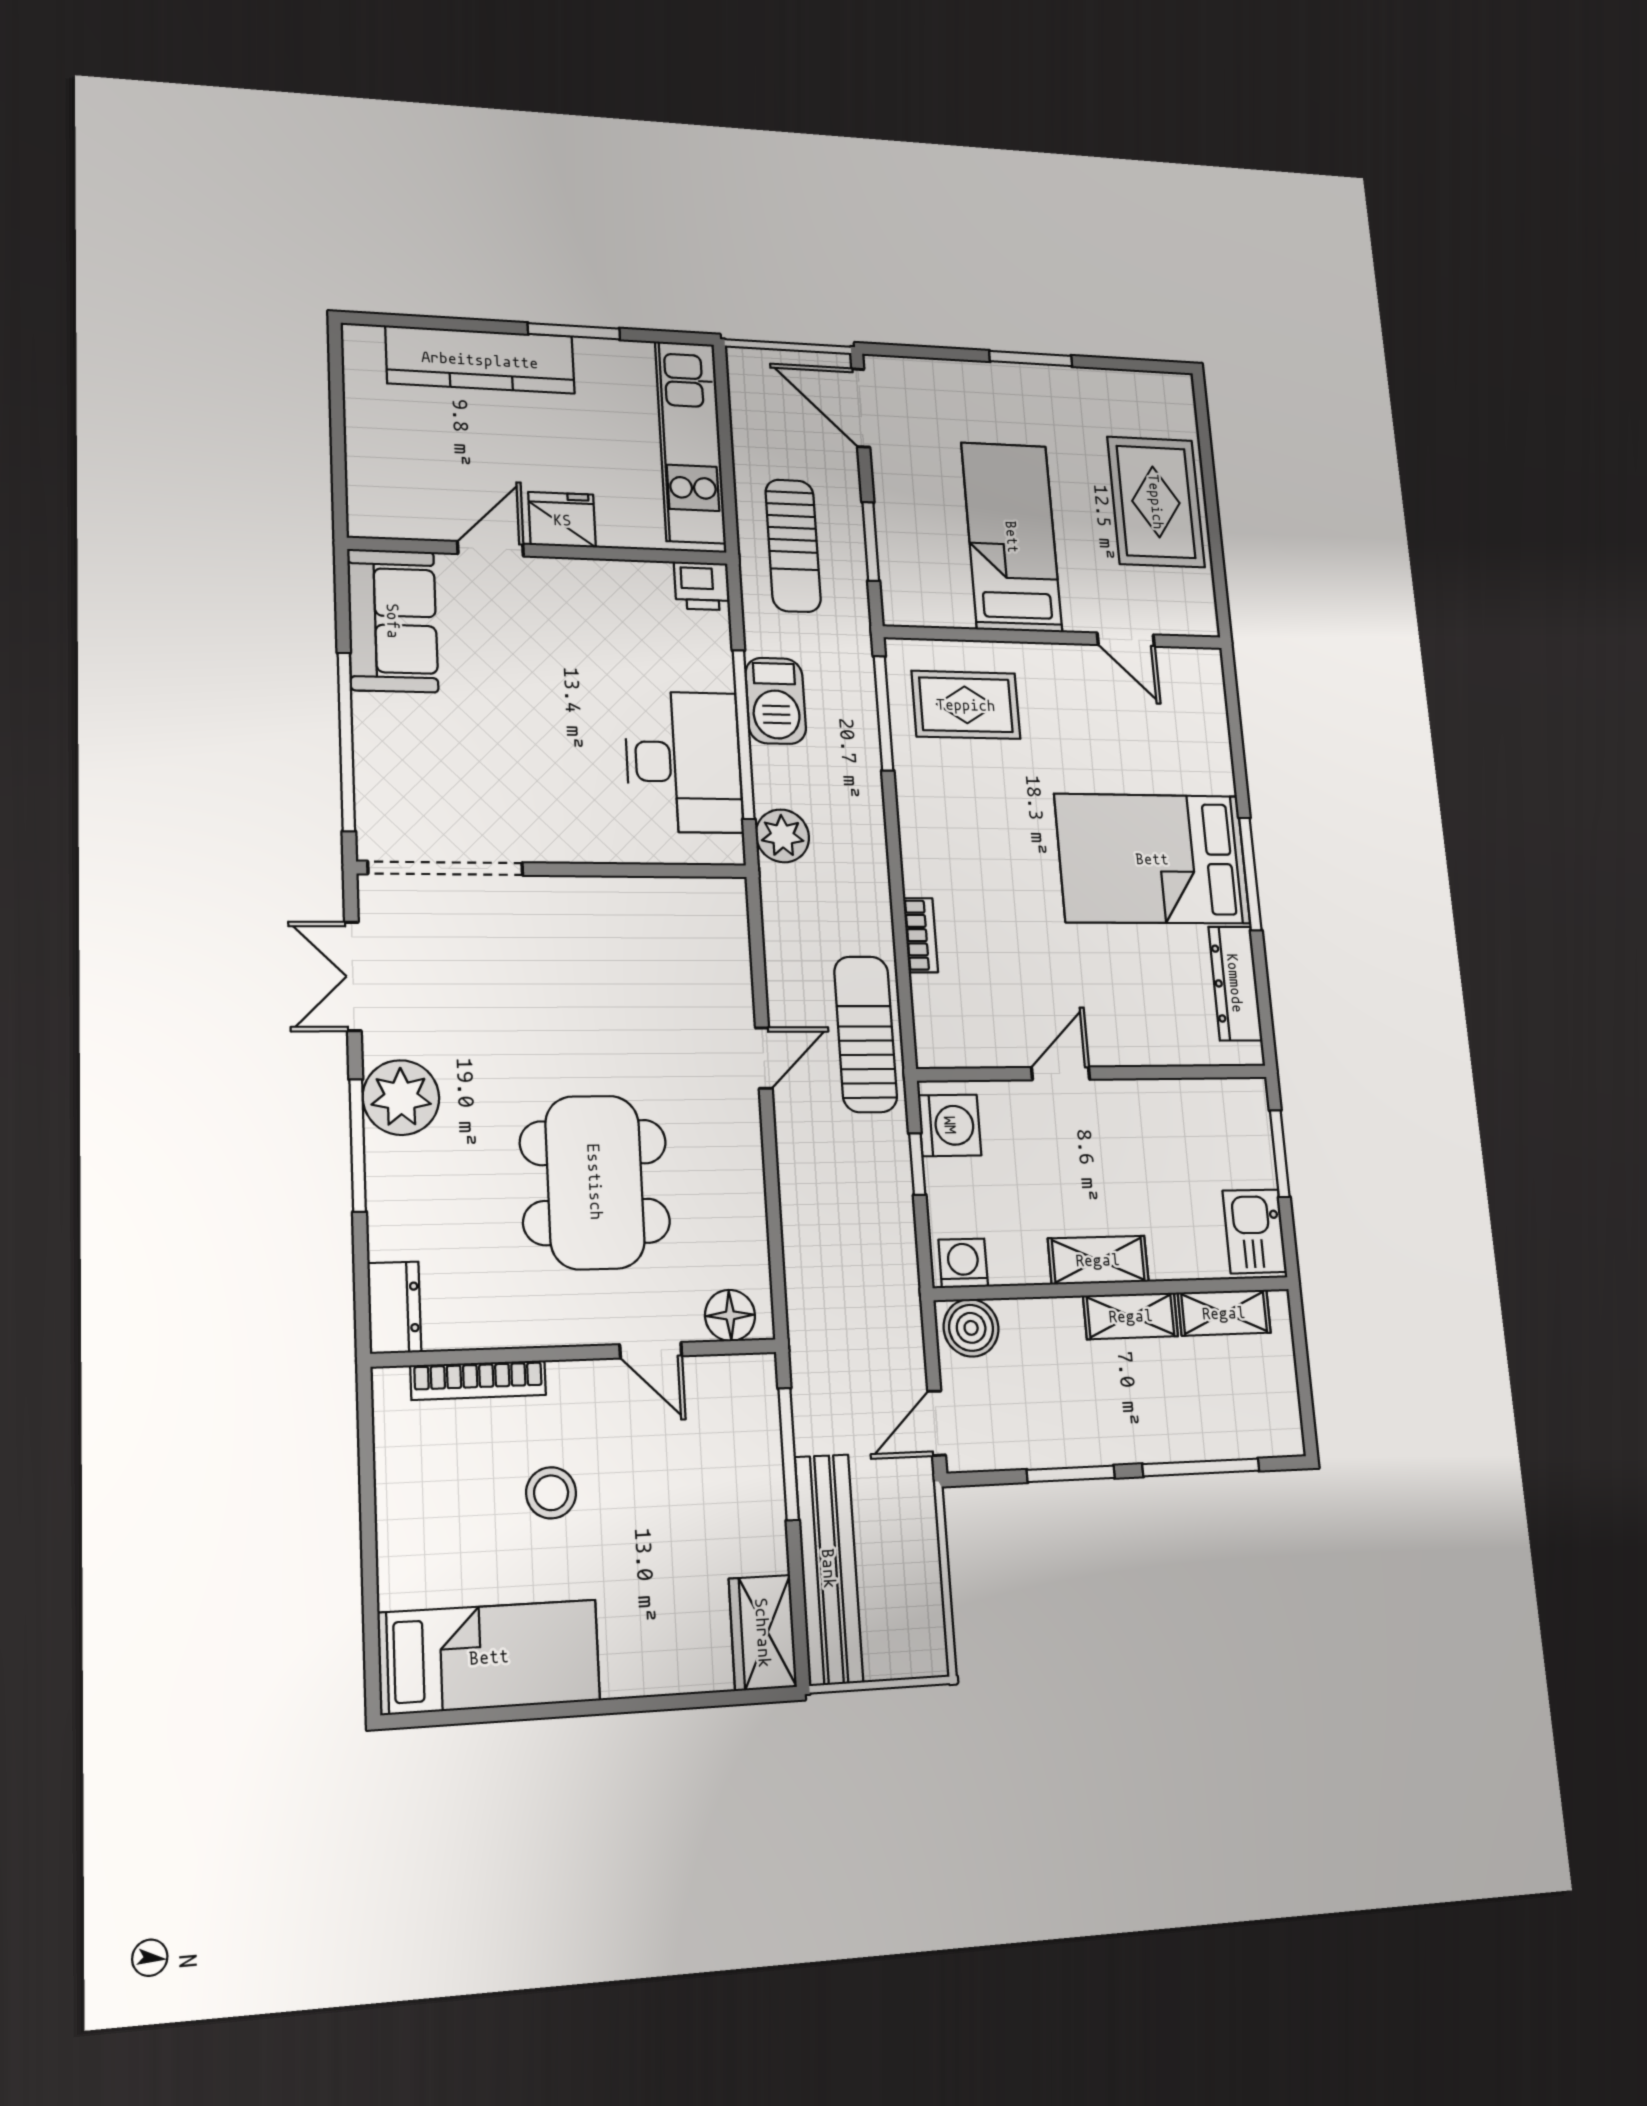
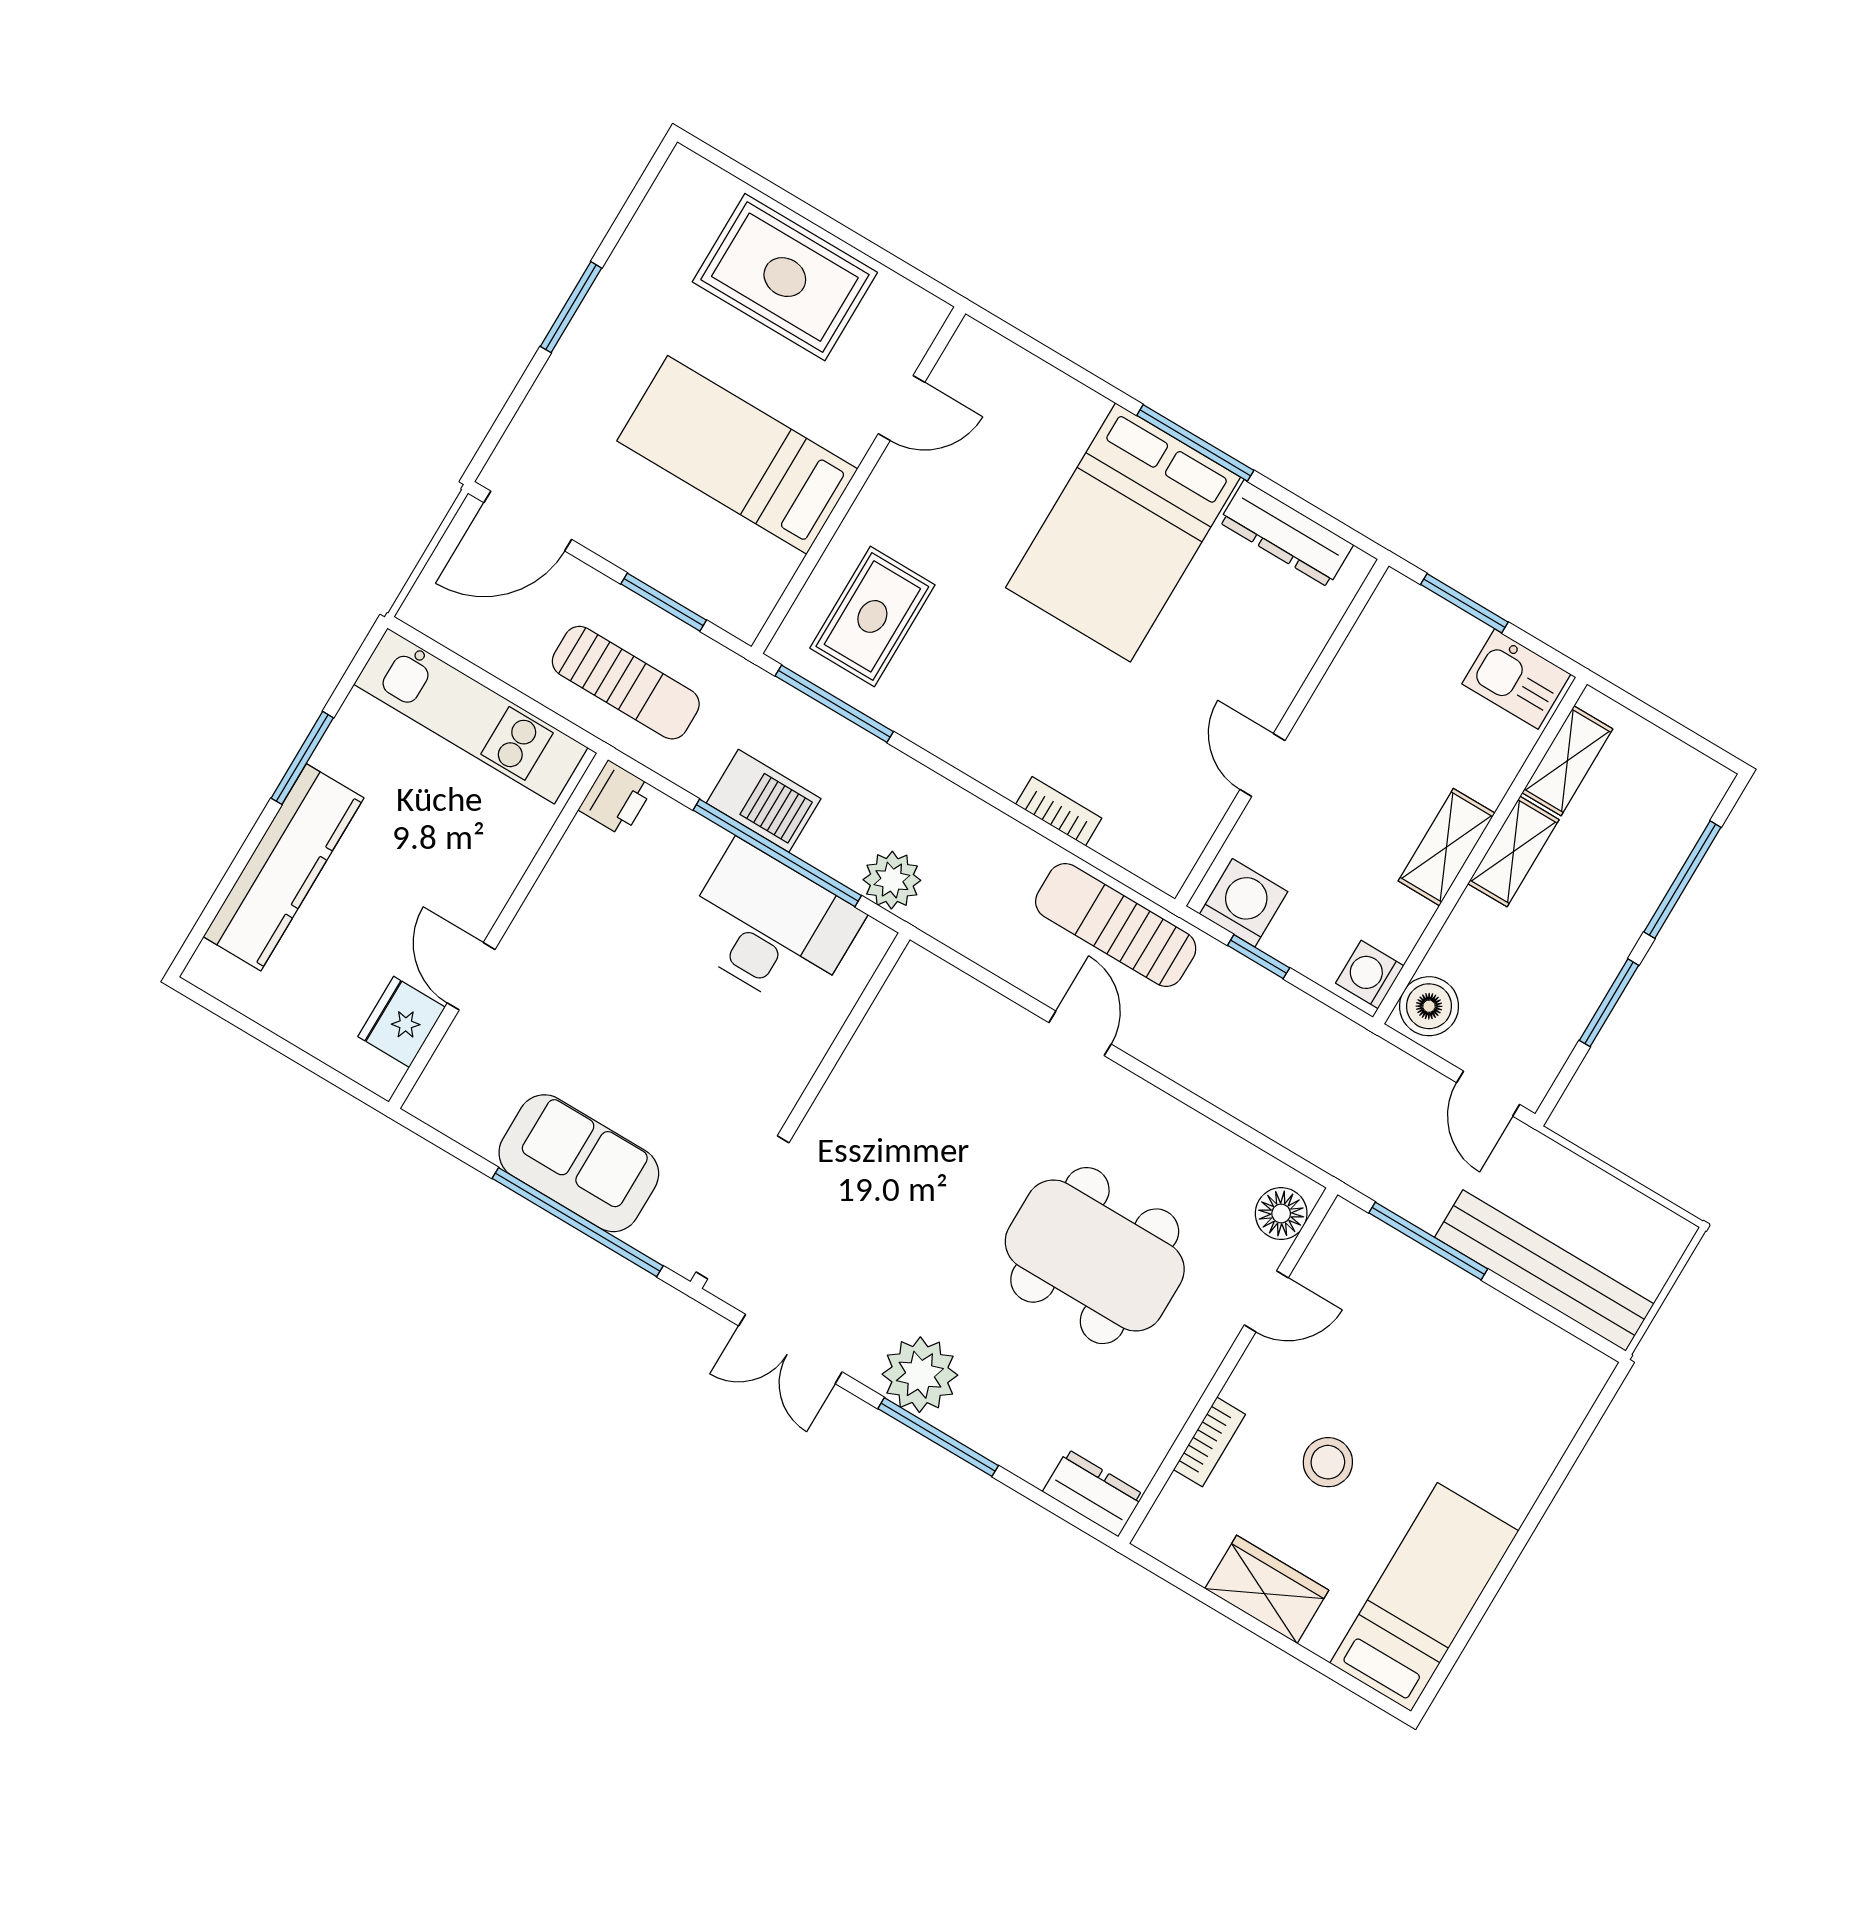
fridge: (562, 520) -> (402, 1022), moved
sofa: (393, 621) -> (579, 1163), moved
bookcase: (478, 1380) -> (1209, 1442), width x0.64
wardrobe: (763, 1633) -> (1267, 1589), moved, turned 180

